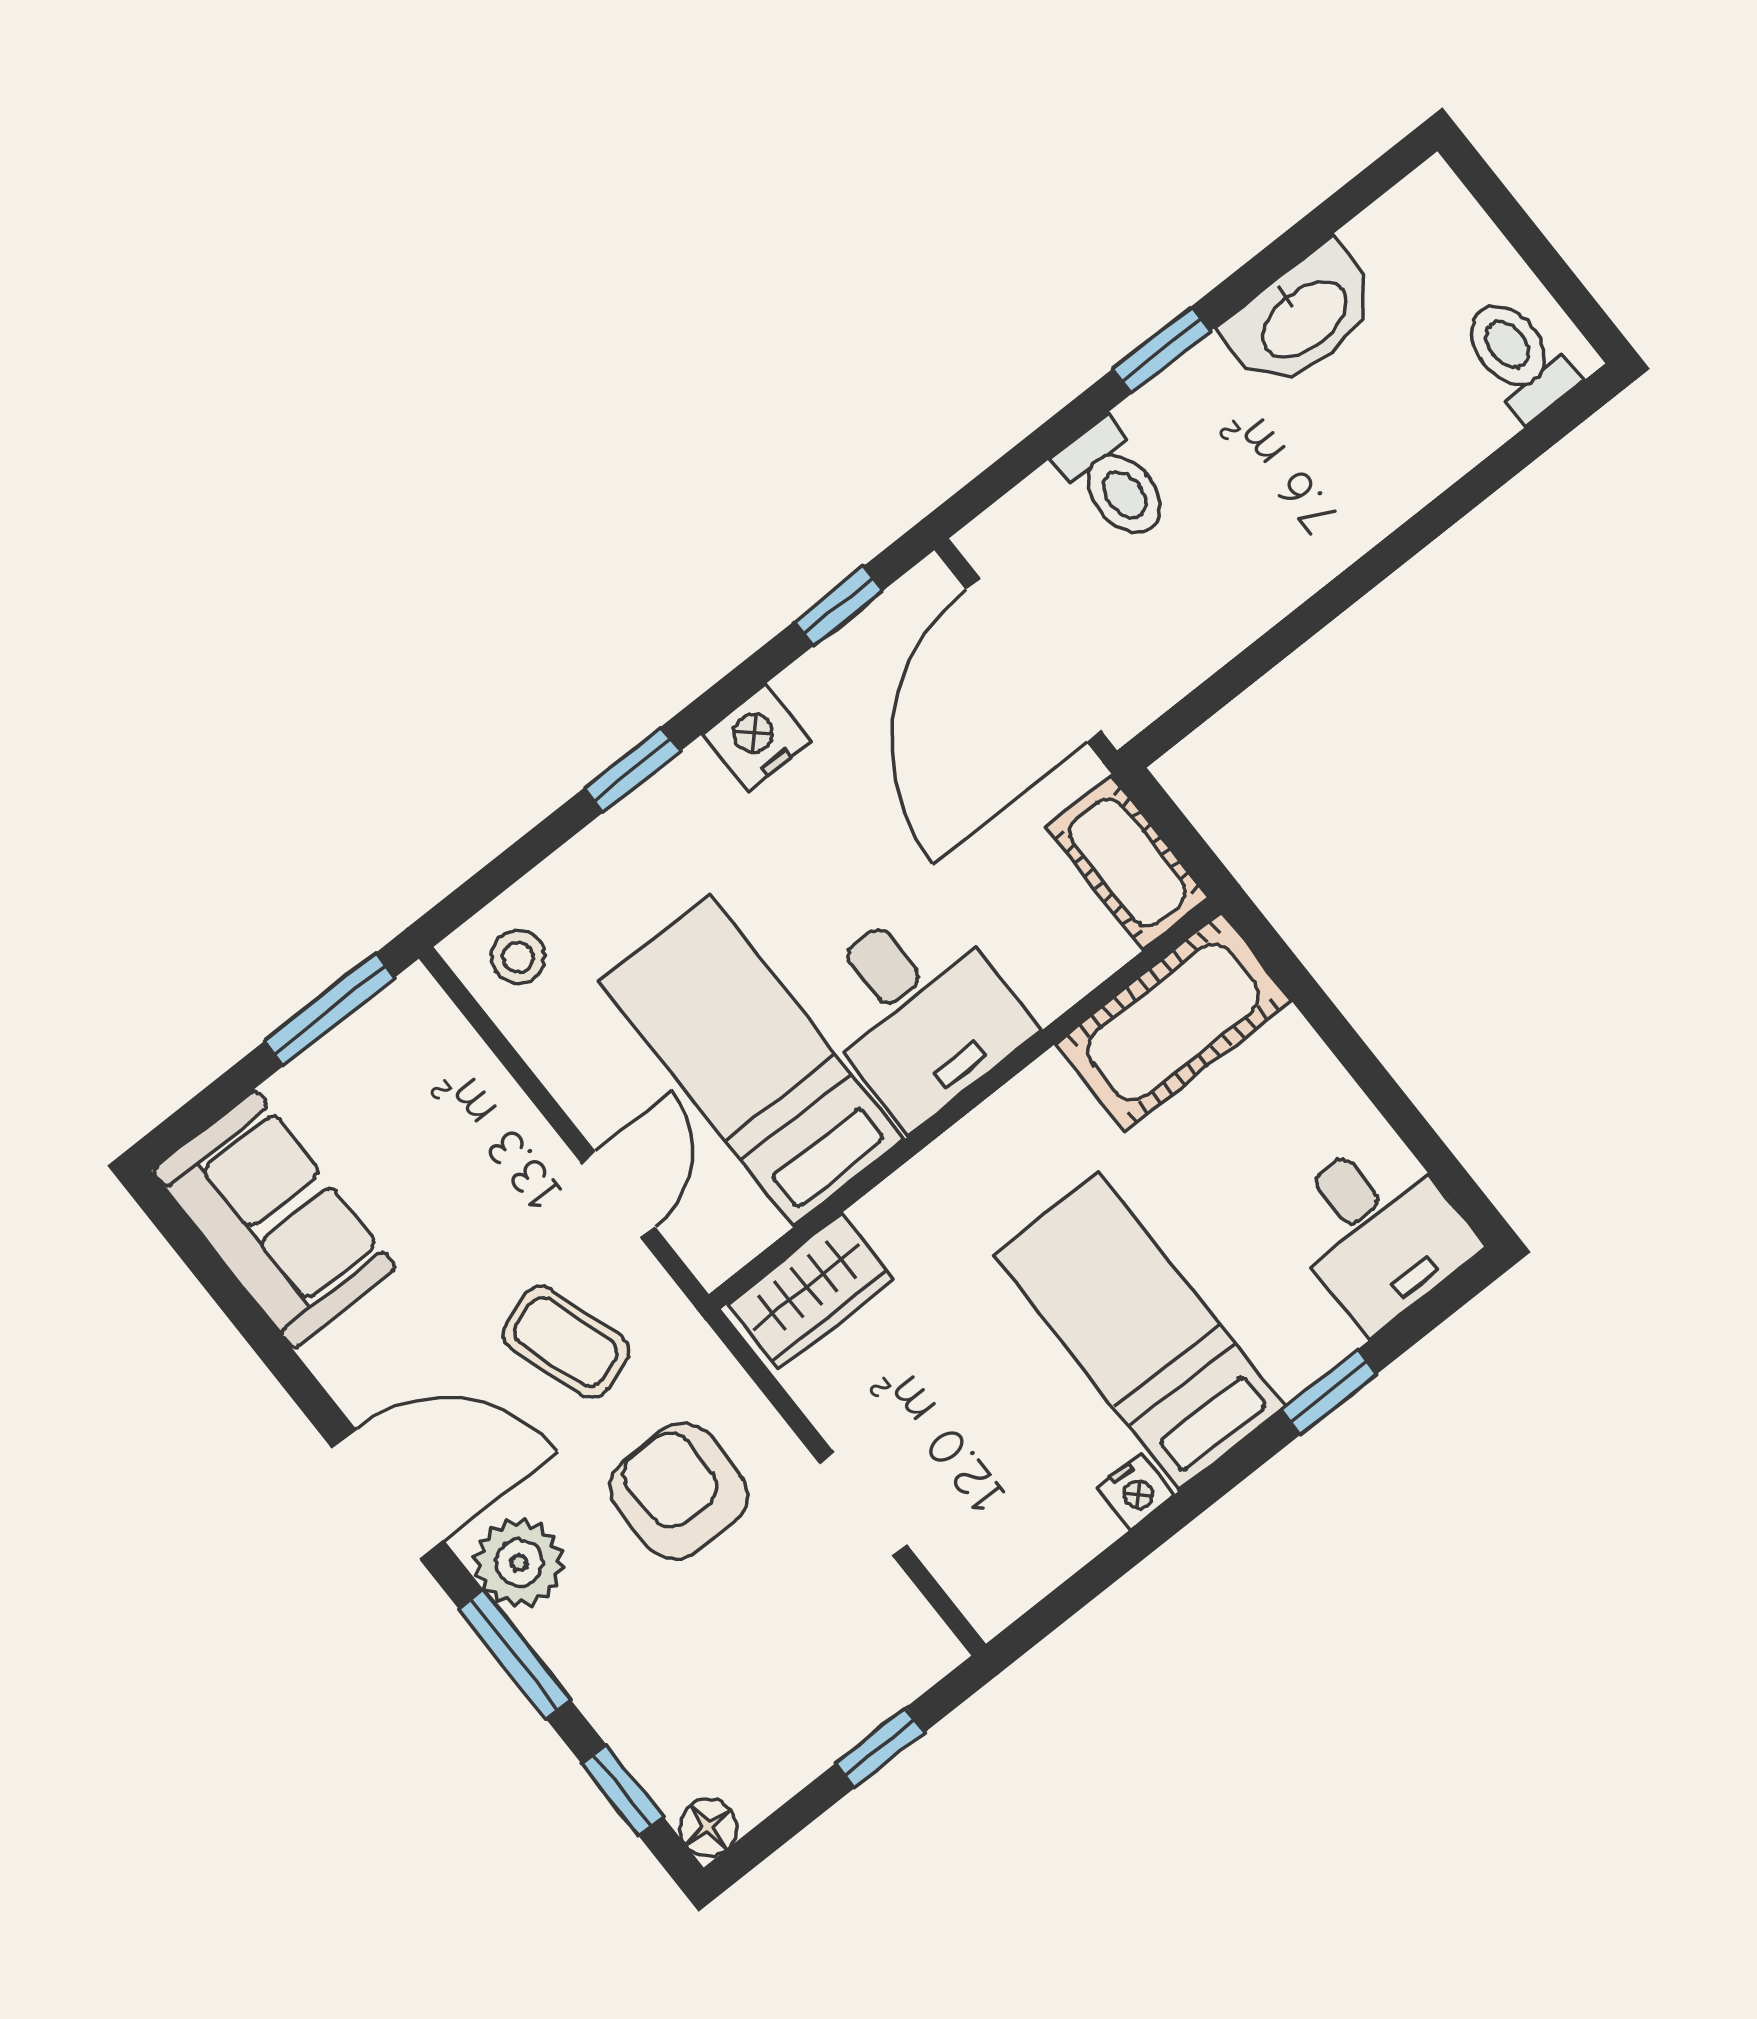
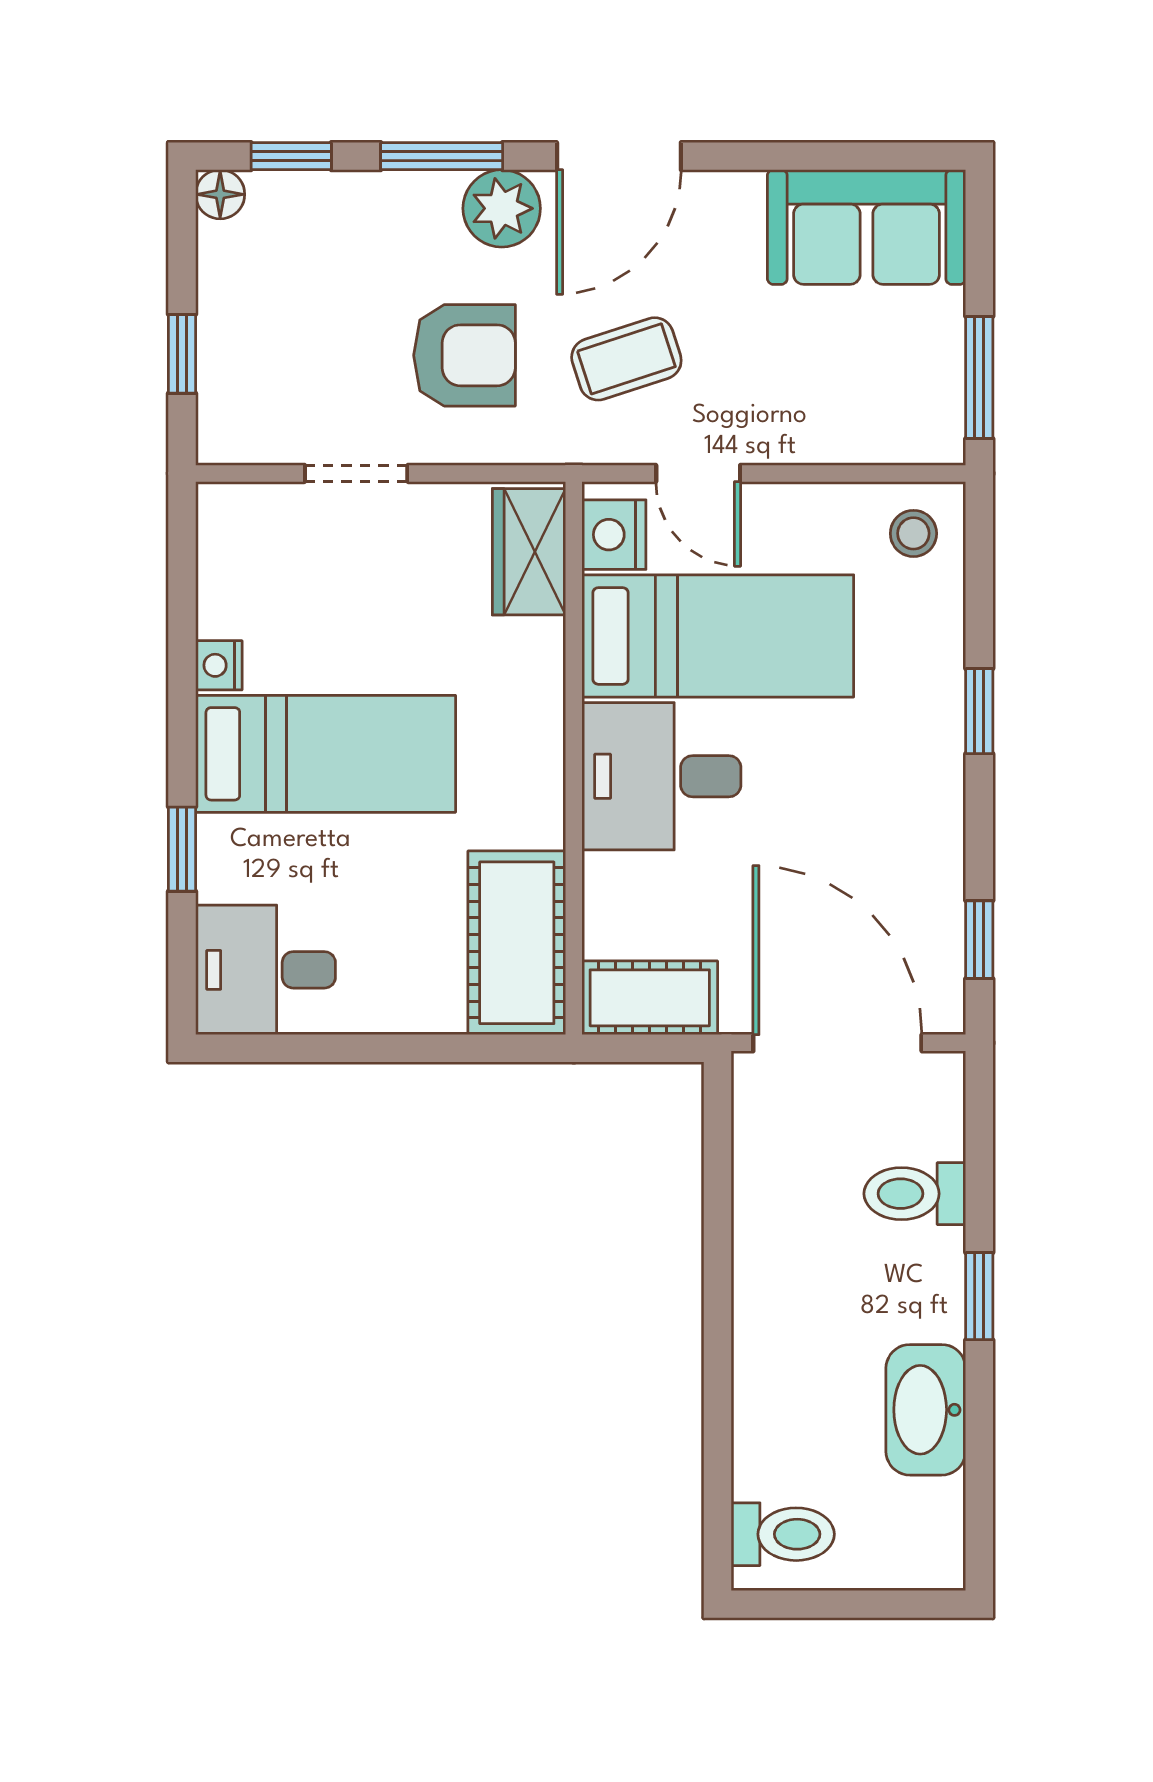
nightstand: (757, 738) -> (614, 535), moved, turned 180

